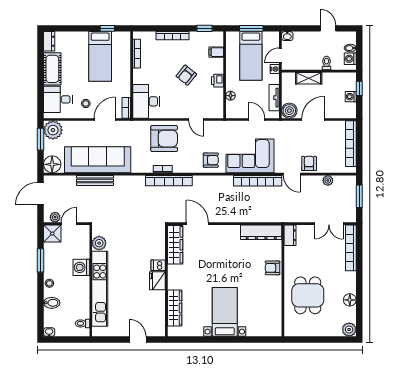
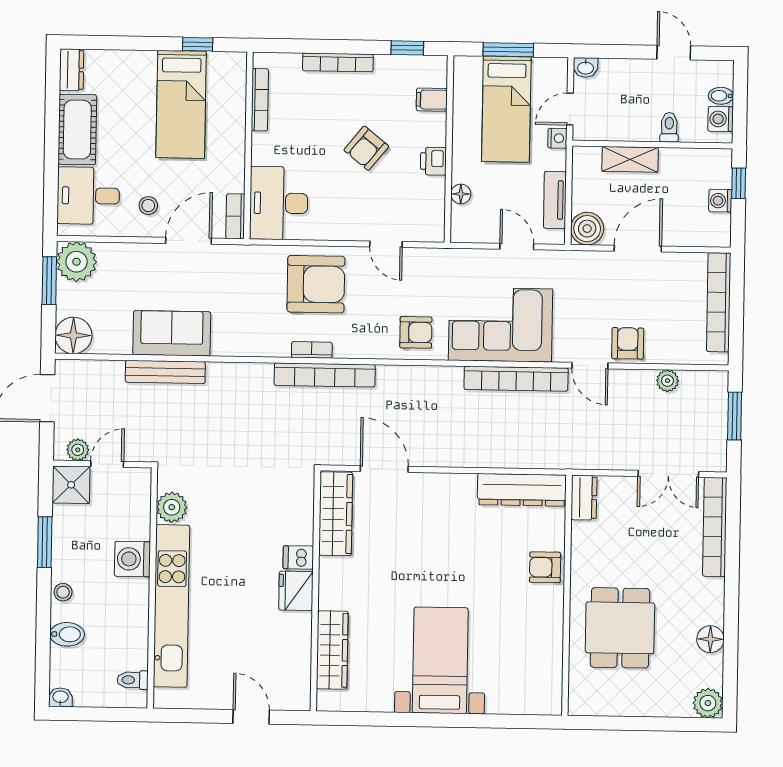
sofa: (98, 160) -> (172, 333), width x0.54, depth x0.79

